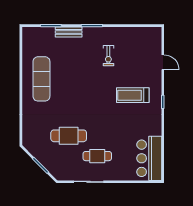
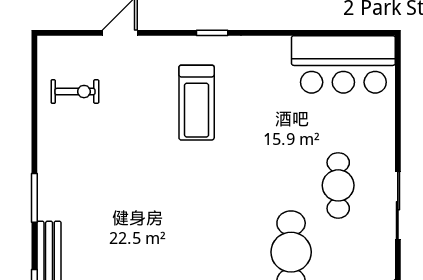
exercise bike: (108, 56) -> (75, 92), moved

